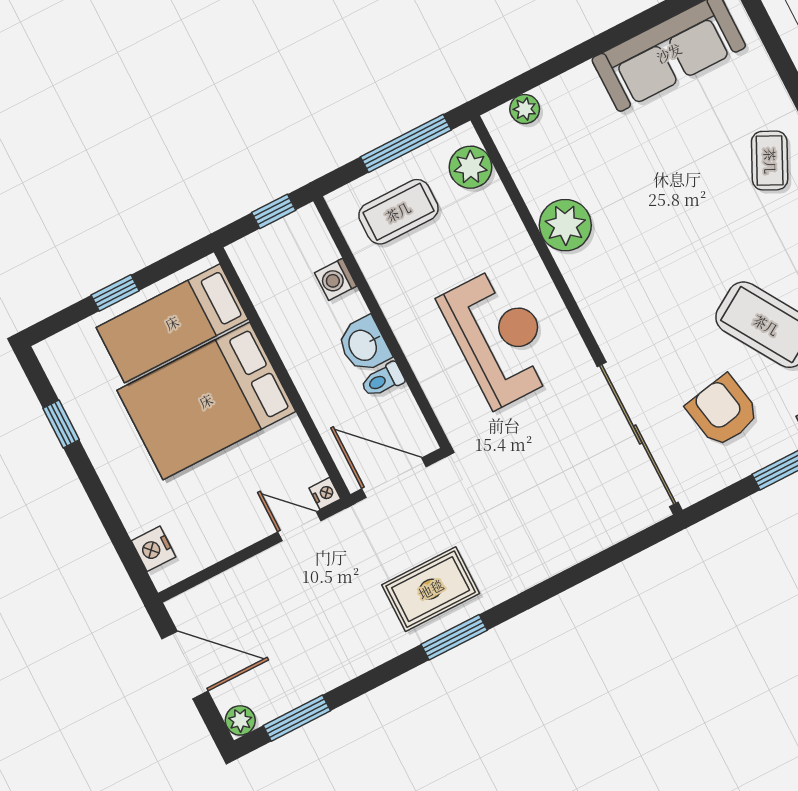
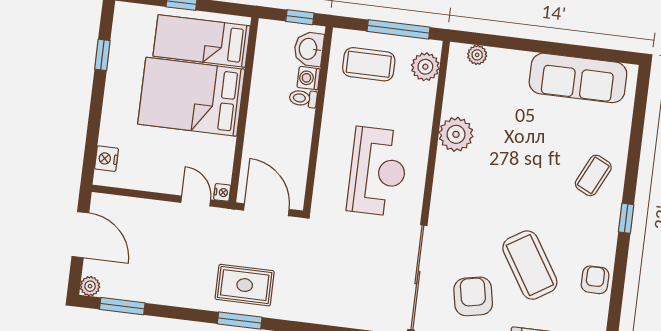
washbasin: (364, 345) -> (309, 49), moved
toilet: (382, 380) -> (303, 98), moved

